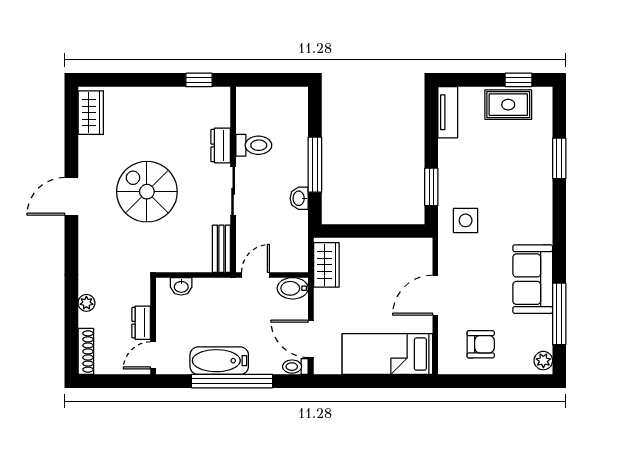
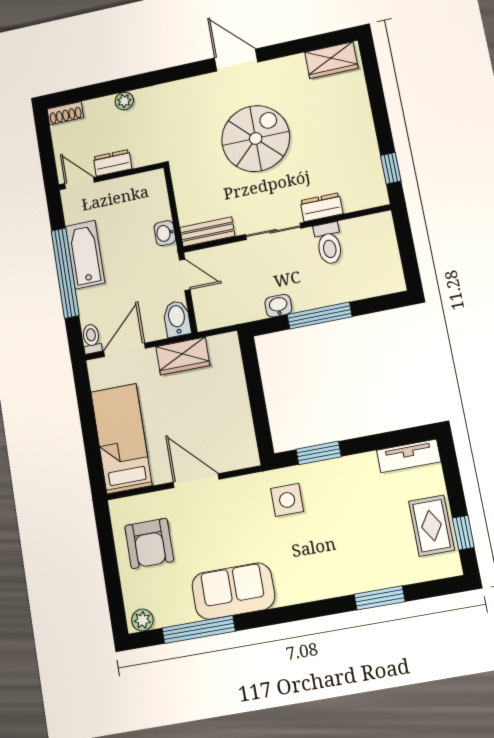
wardrobe: (326, 265) -> (183, 356), moved
washbasin: (181, 286) -> (165, 233), moved
armchair: (481, 344) -> (149, 543), width x1.38, depth x1.38
shoe rack: (86, 351) -> (65, 113), width x0.70

